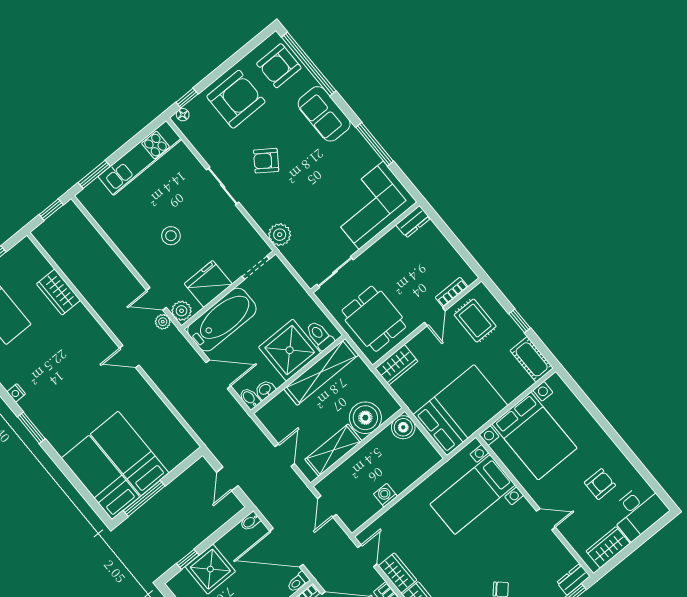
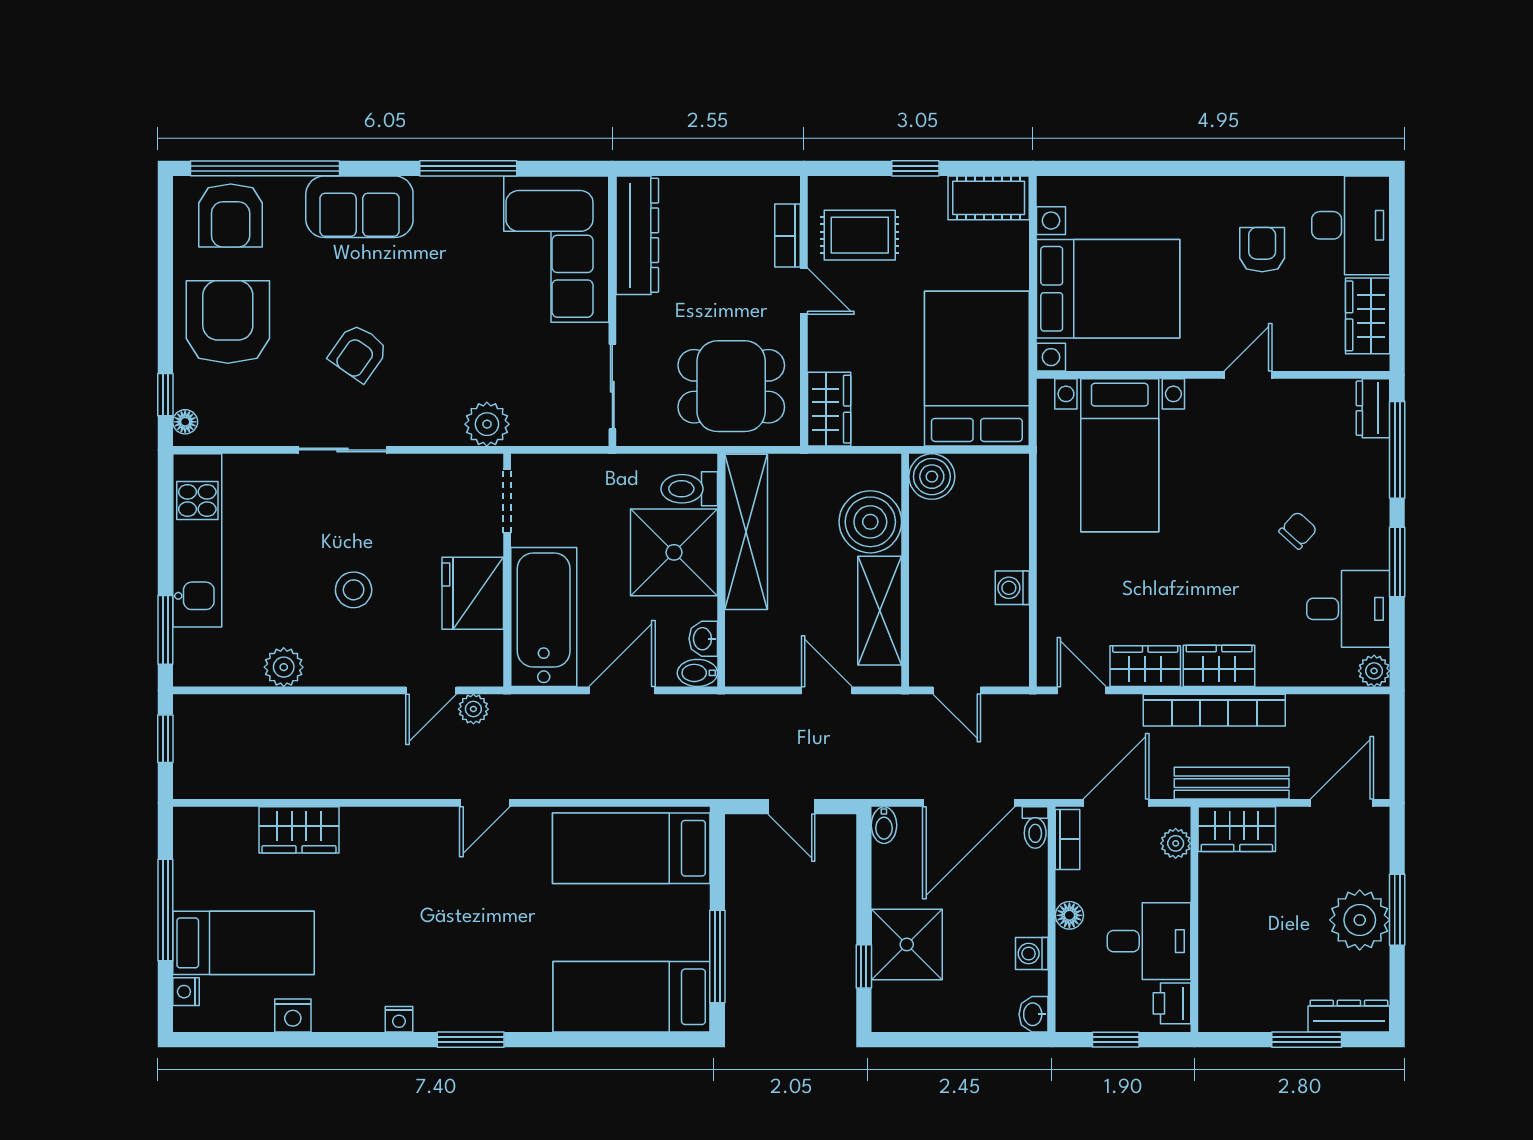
dresser: (413, 222) -> (637, 235), width x1.96, depth x1.24
plant: (182, 311) -> (284, 667), moved
bed: (129, 453) -> (631, 848), moved

